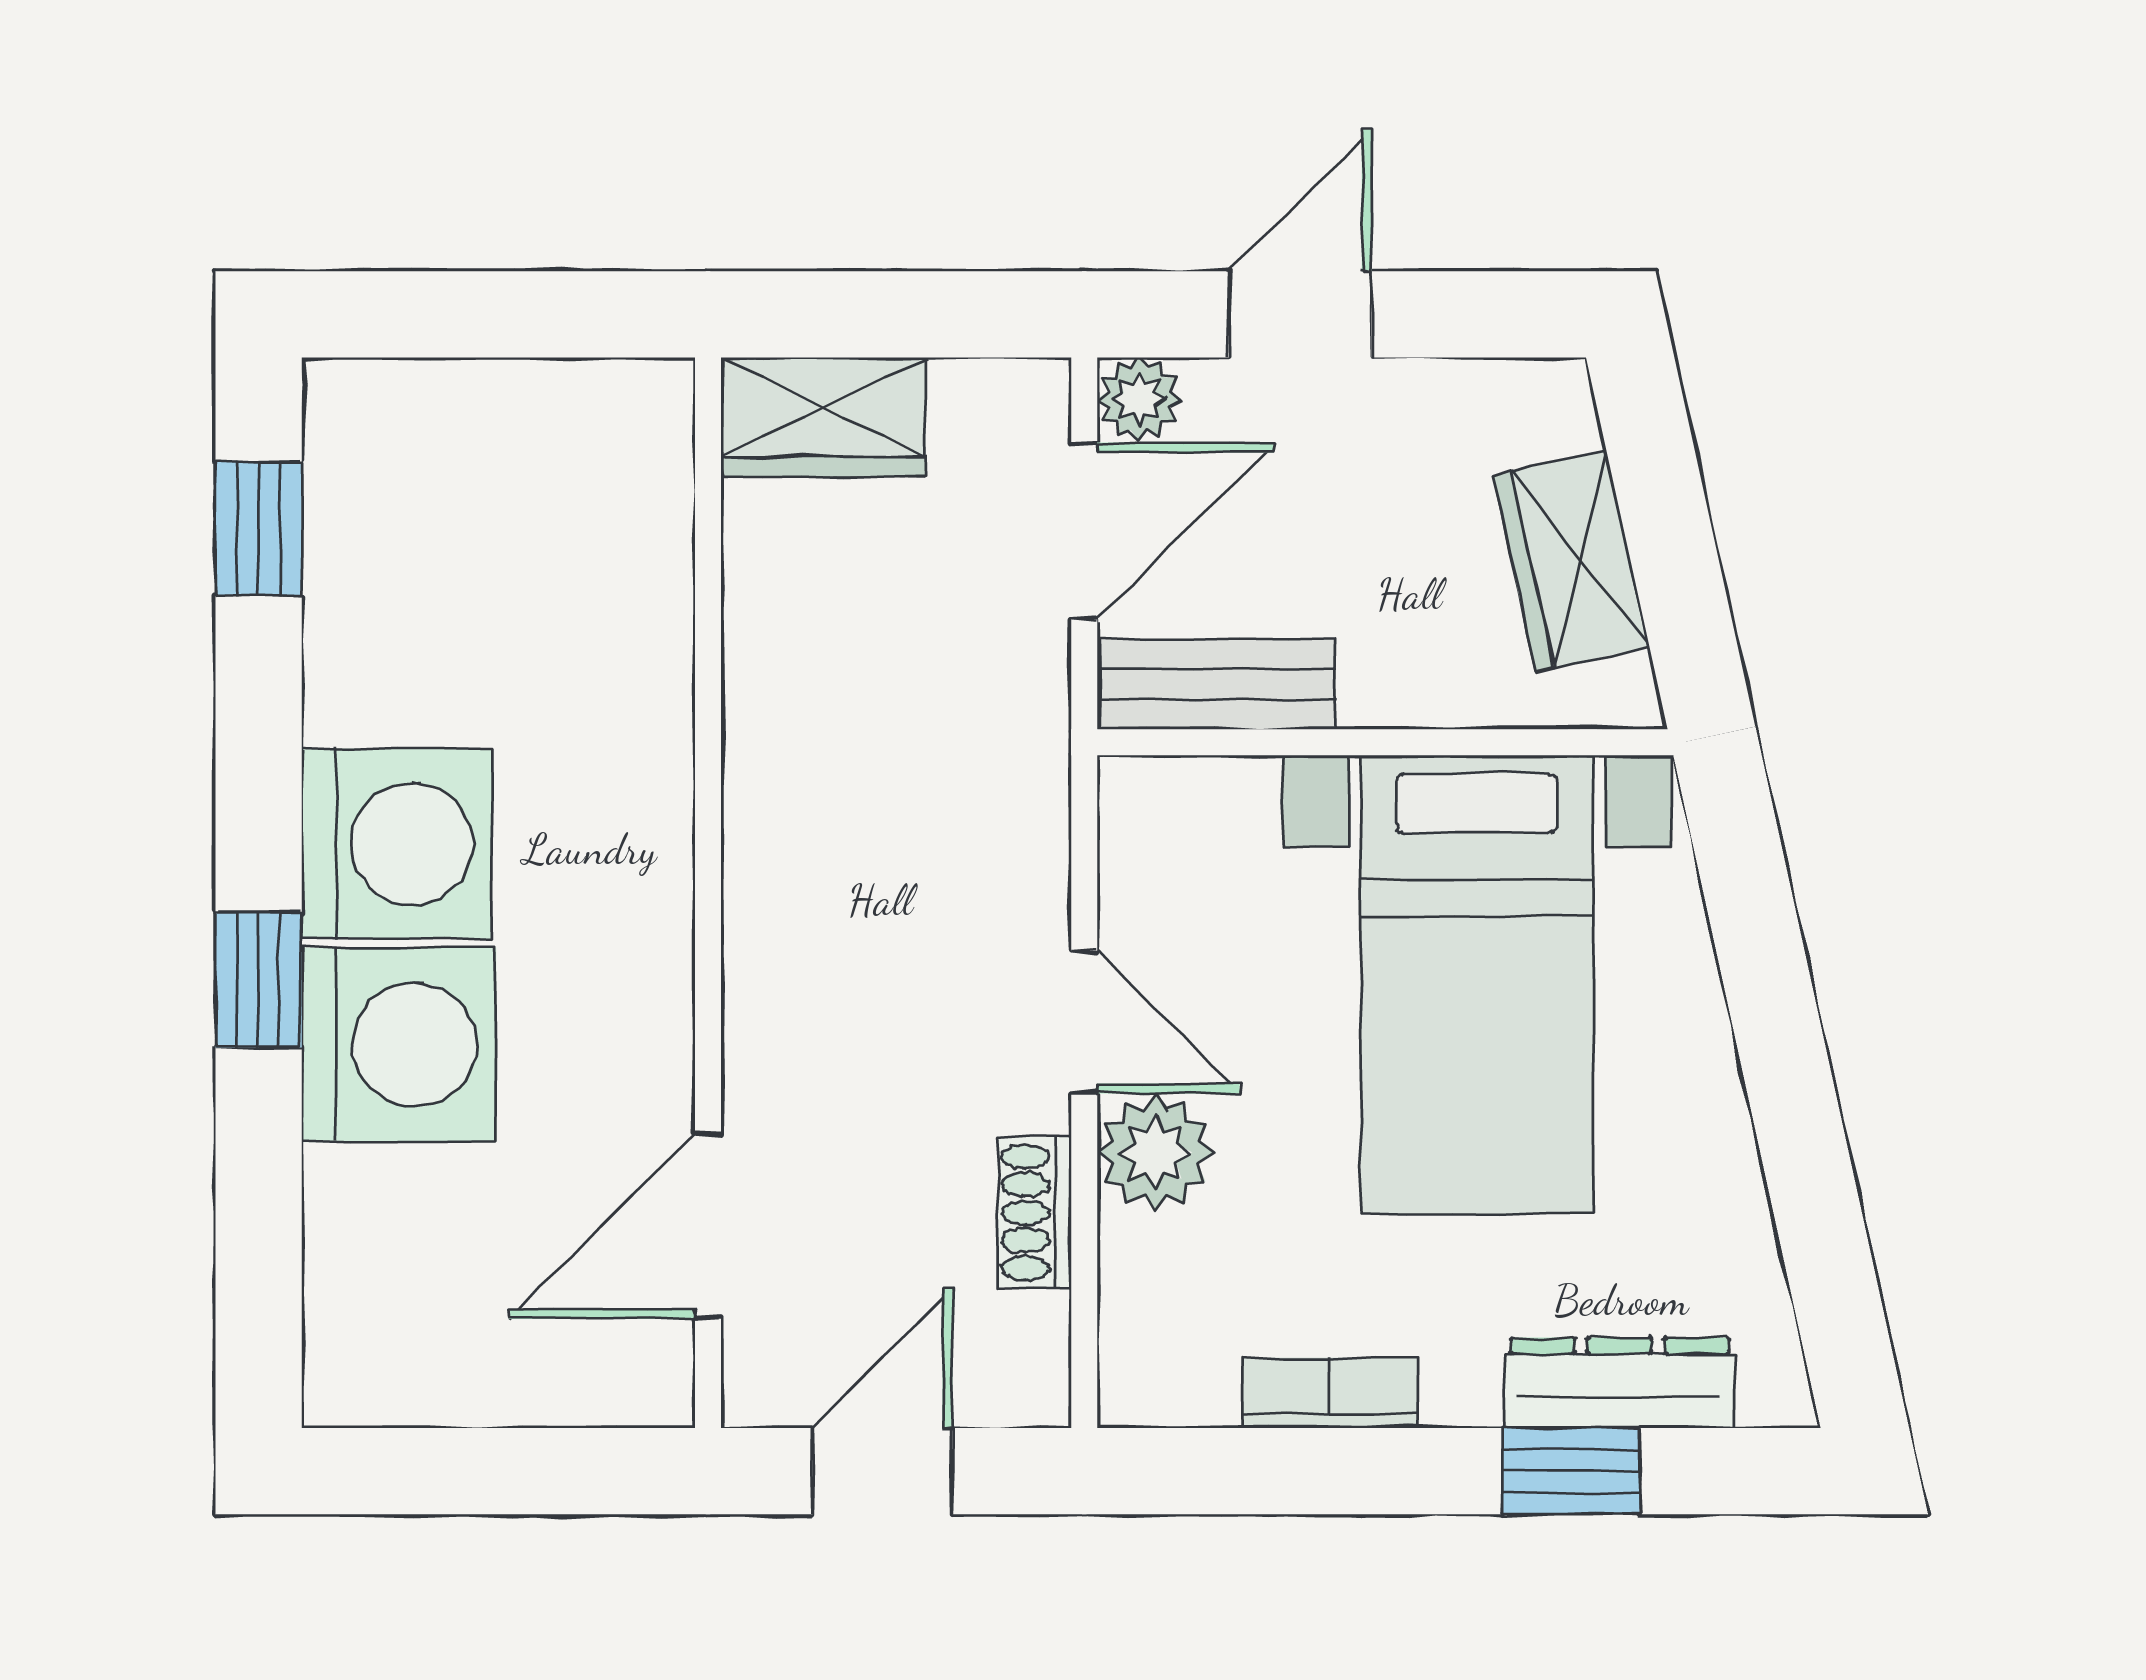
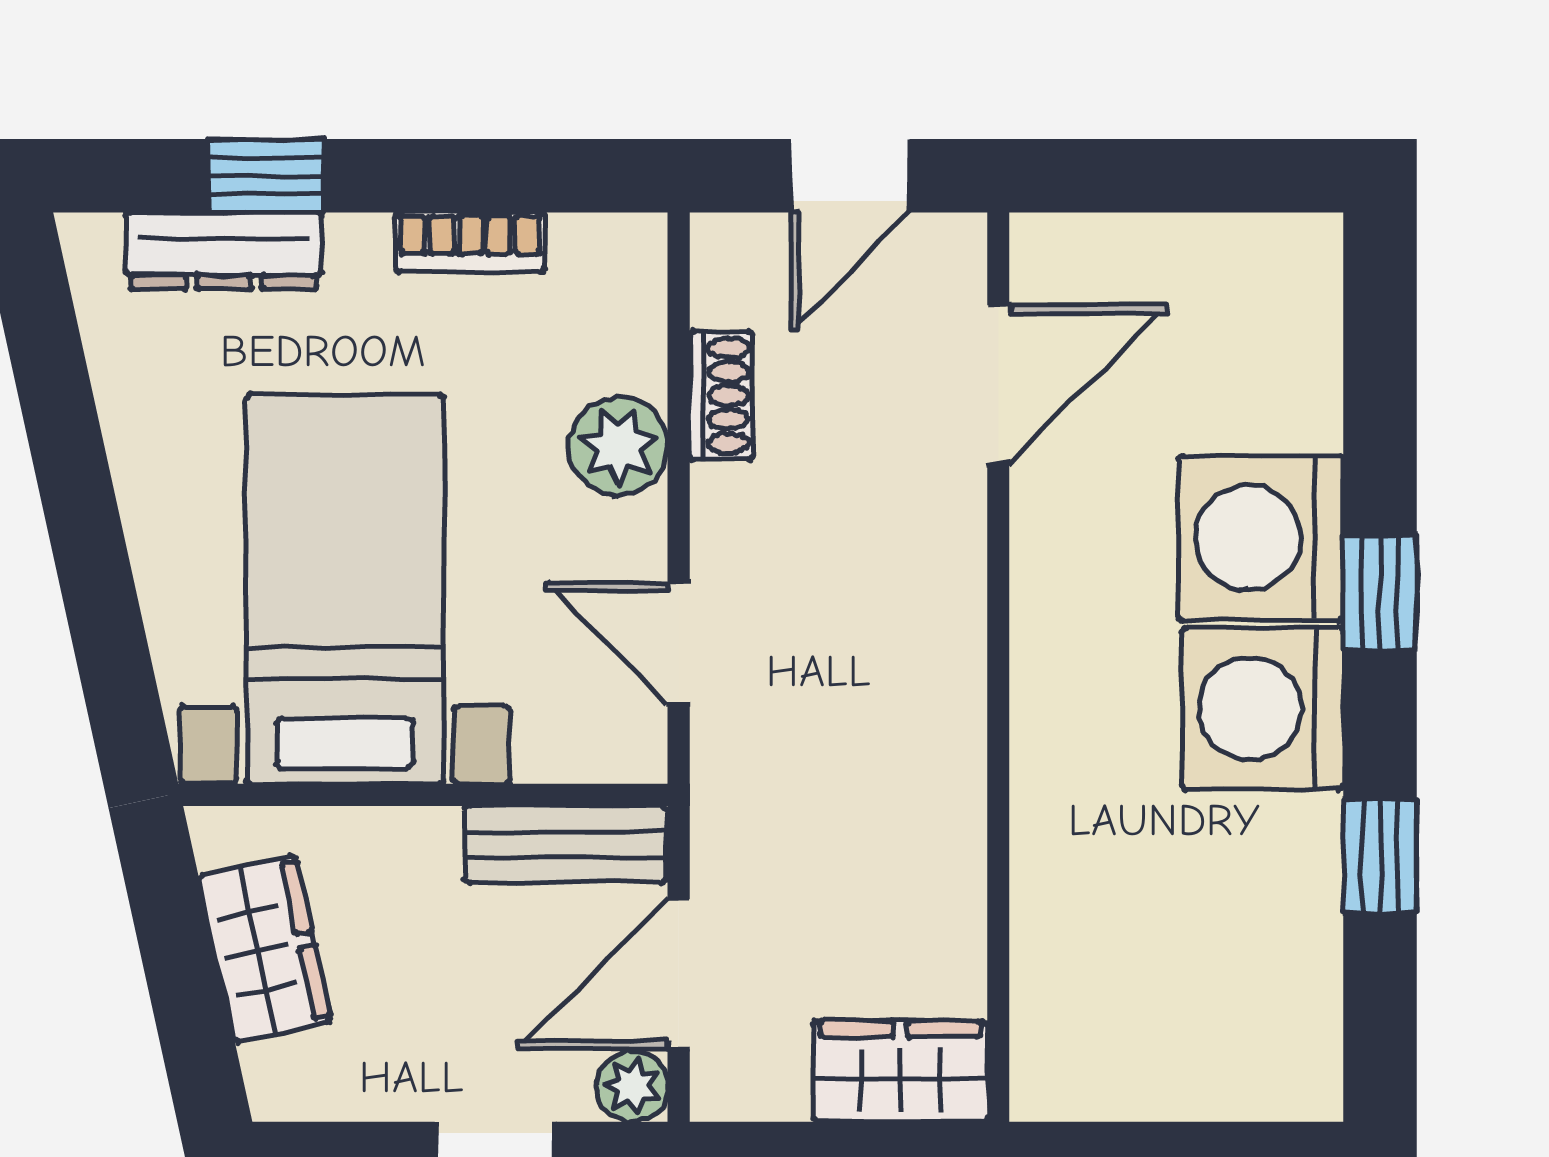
window: (259, 529) -> (1380, 856), moved
door: (1084, 1022) -> (679, 643), moved

